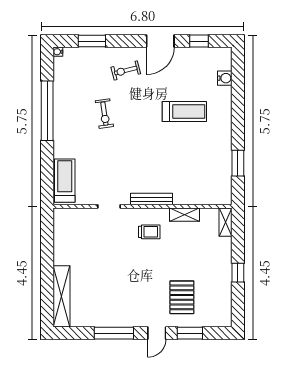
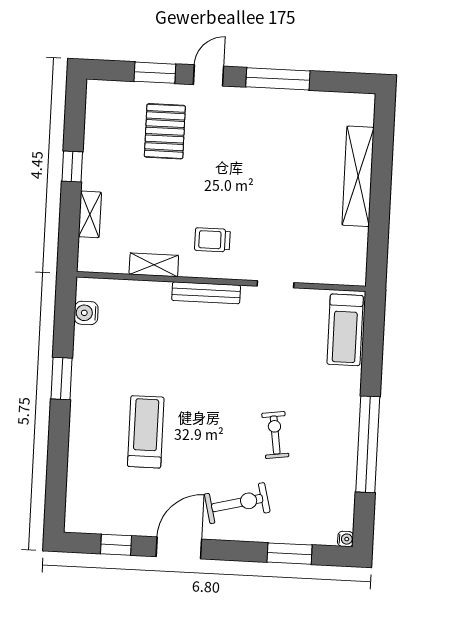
exercise bike: (126, 70) -> (237, 503), width x1.38, depth x1.39
water cooler: (225, 78) -> (86, 313), moved
treadmill: (184, 112) -> (146, 432), turned 90
window: (238, 163) -> (61, 379), moved
shelving: (226, 222) -> (90, 214), moved
shelving: (61, 296) -> (358, 176), moved

